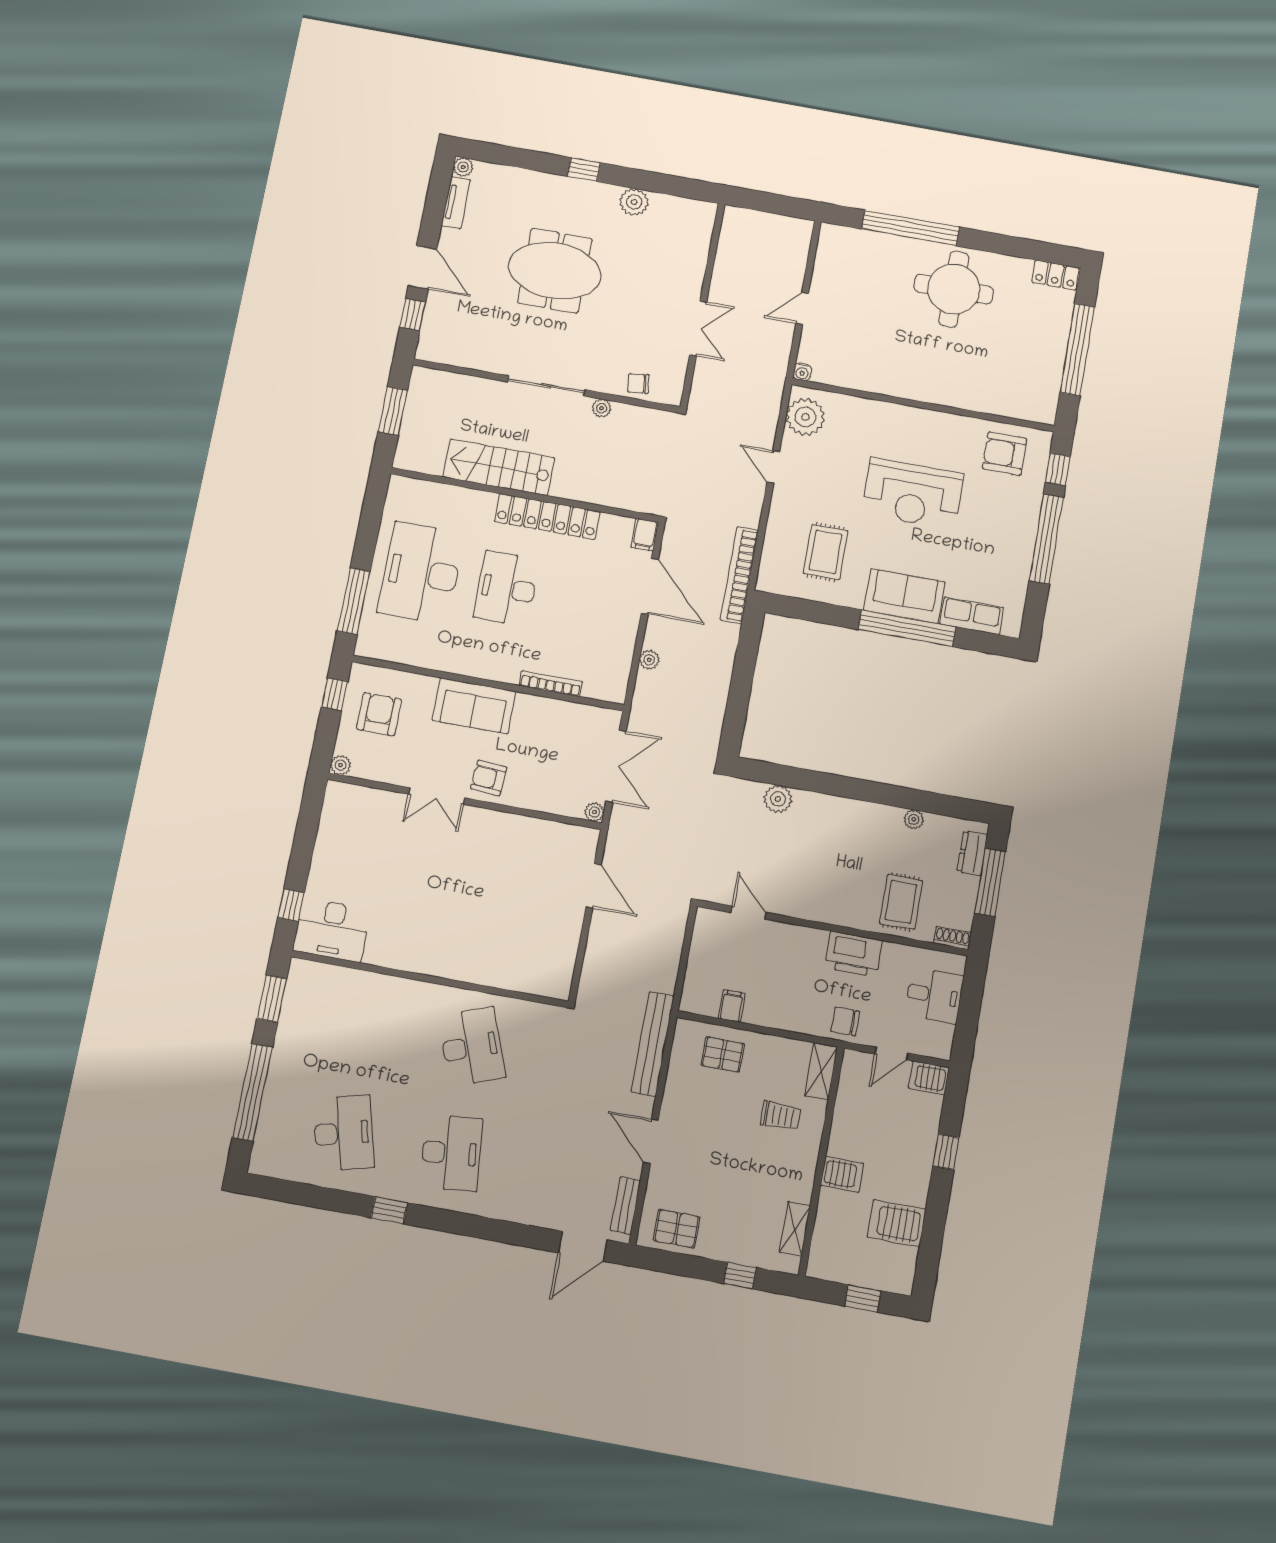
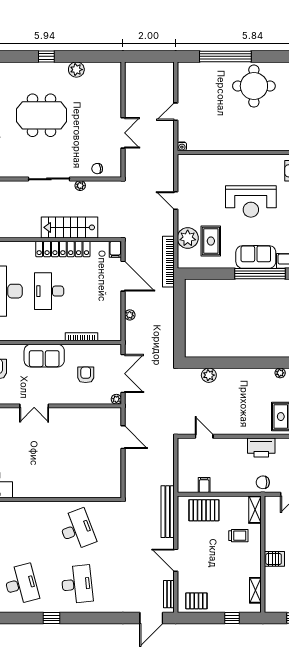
plant: (805, 417) -> (188, 238), moved
stairs: (499, 467) -> (69, 227), moved
armchair: (489, 778) -> (86, 375), moved, turned 86
pallet: (723, 1055) -> (204, 510), width x1.50, depth x1.42

